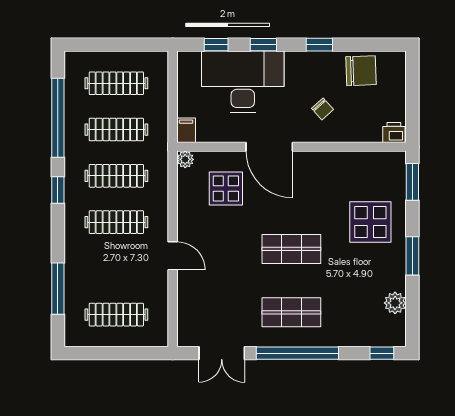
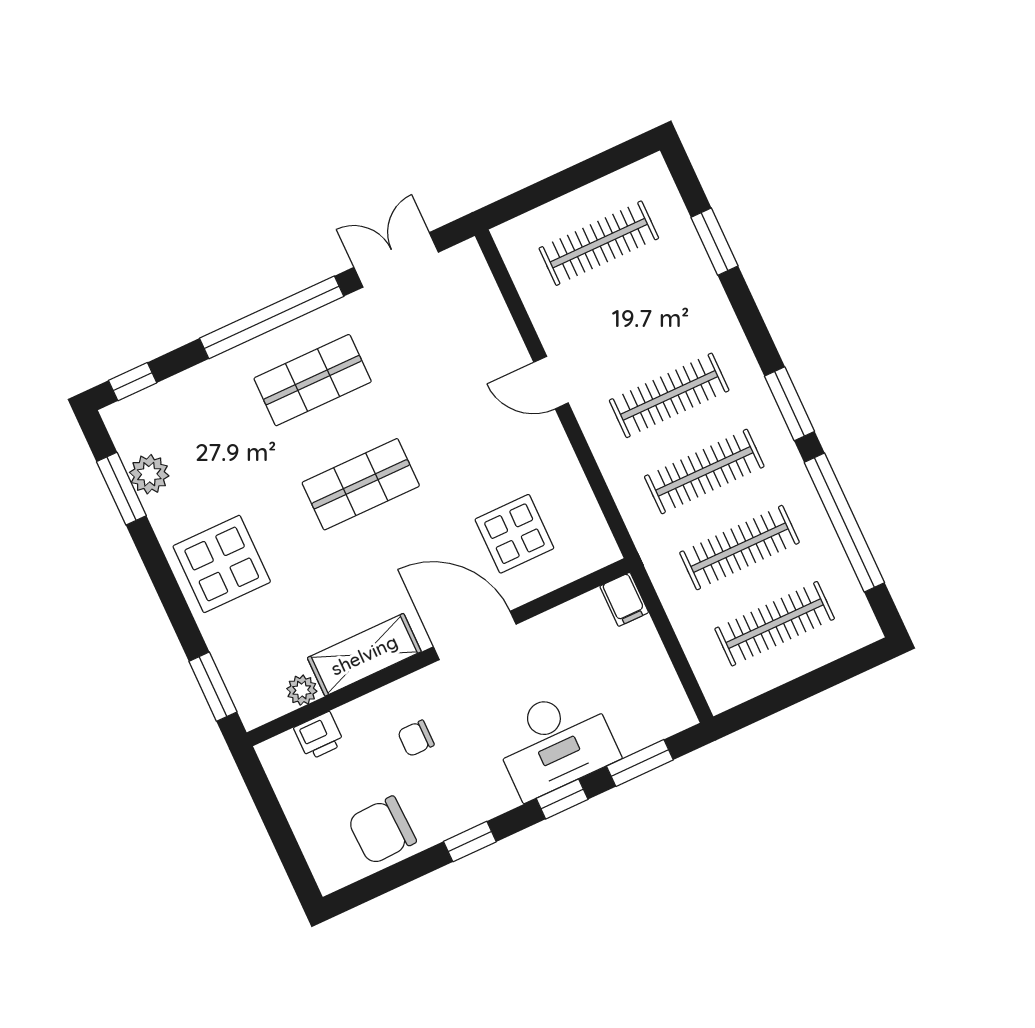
window: (216, 45) -> (640, 763), width x1.50
desk: (243, 82) -> (555, 742), width x0.73, depth x0.77
chair: (323, 109) -> (416, 738), turned -48
printer: (394, 133) -> (319, 736), moved
plant: (185, 159) -> (302, 690), moved
shelving: (329, 163) -> (364, 655), added
window: (58, 190) -> (790, 404), width x1.50
display table: (370, 222) -> (222, 564), moved
window: (412, 256) -> (121, 489), moved
window: (58, 289) -> (715, 242), width x0.69

